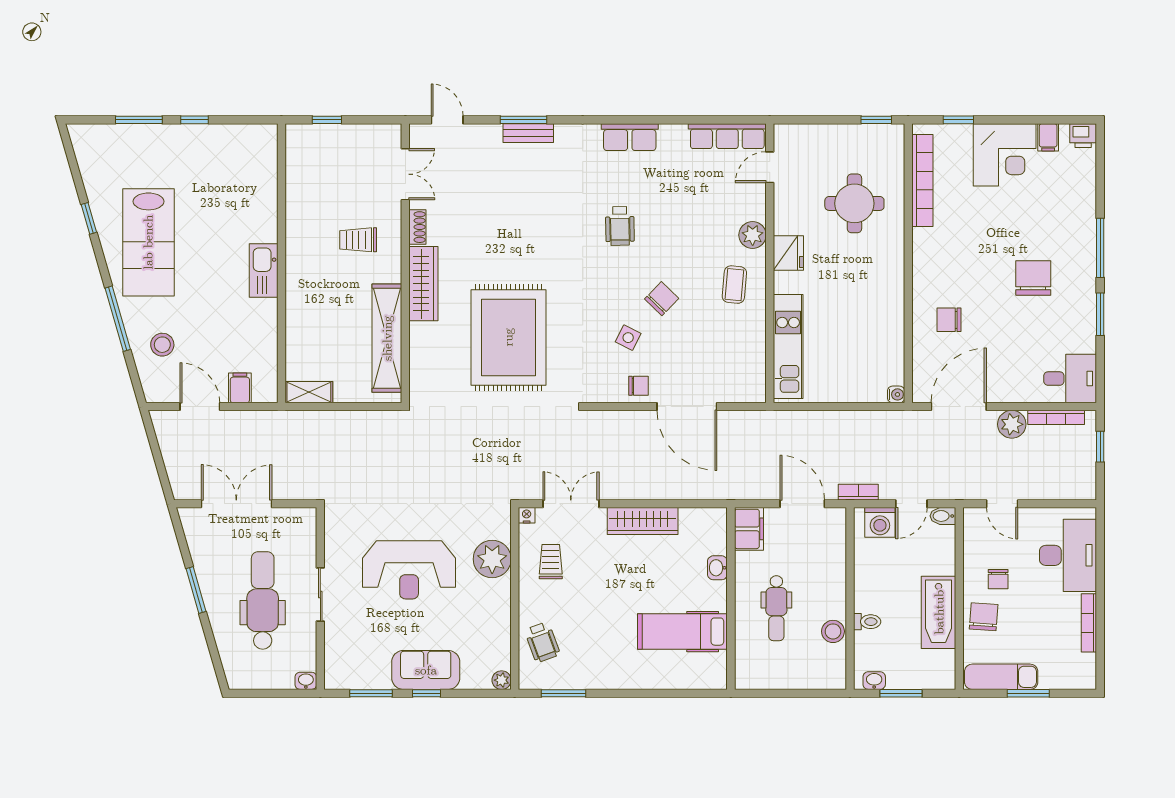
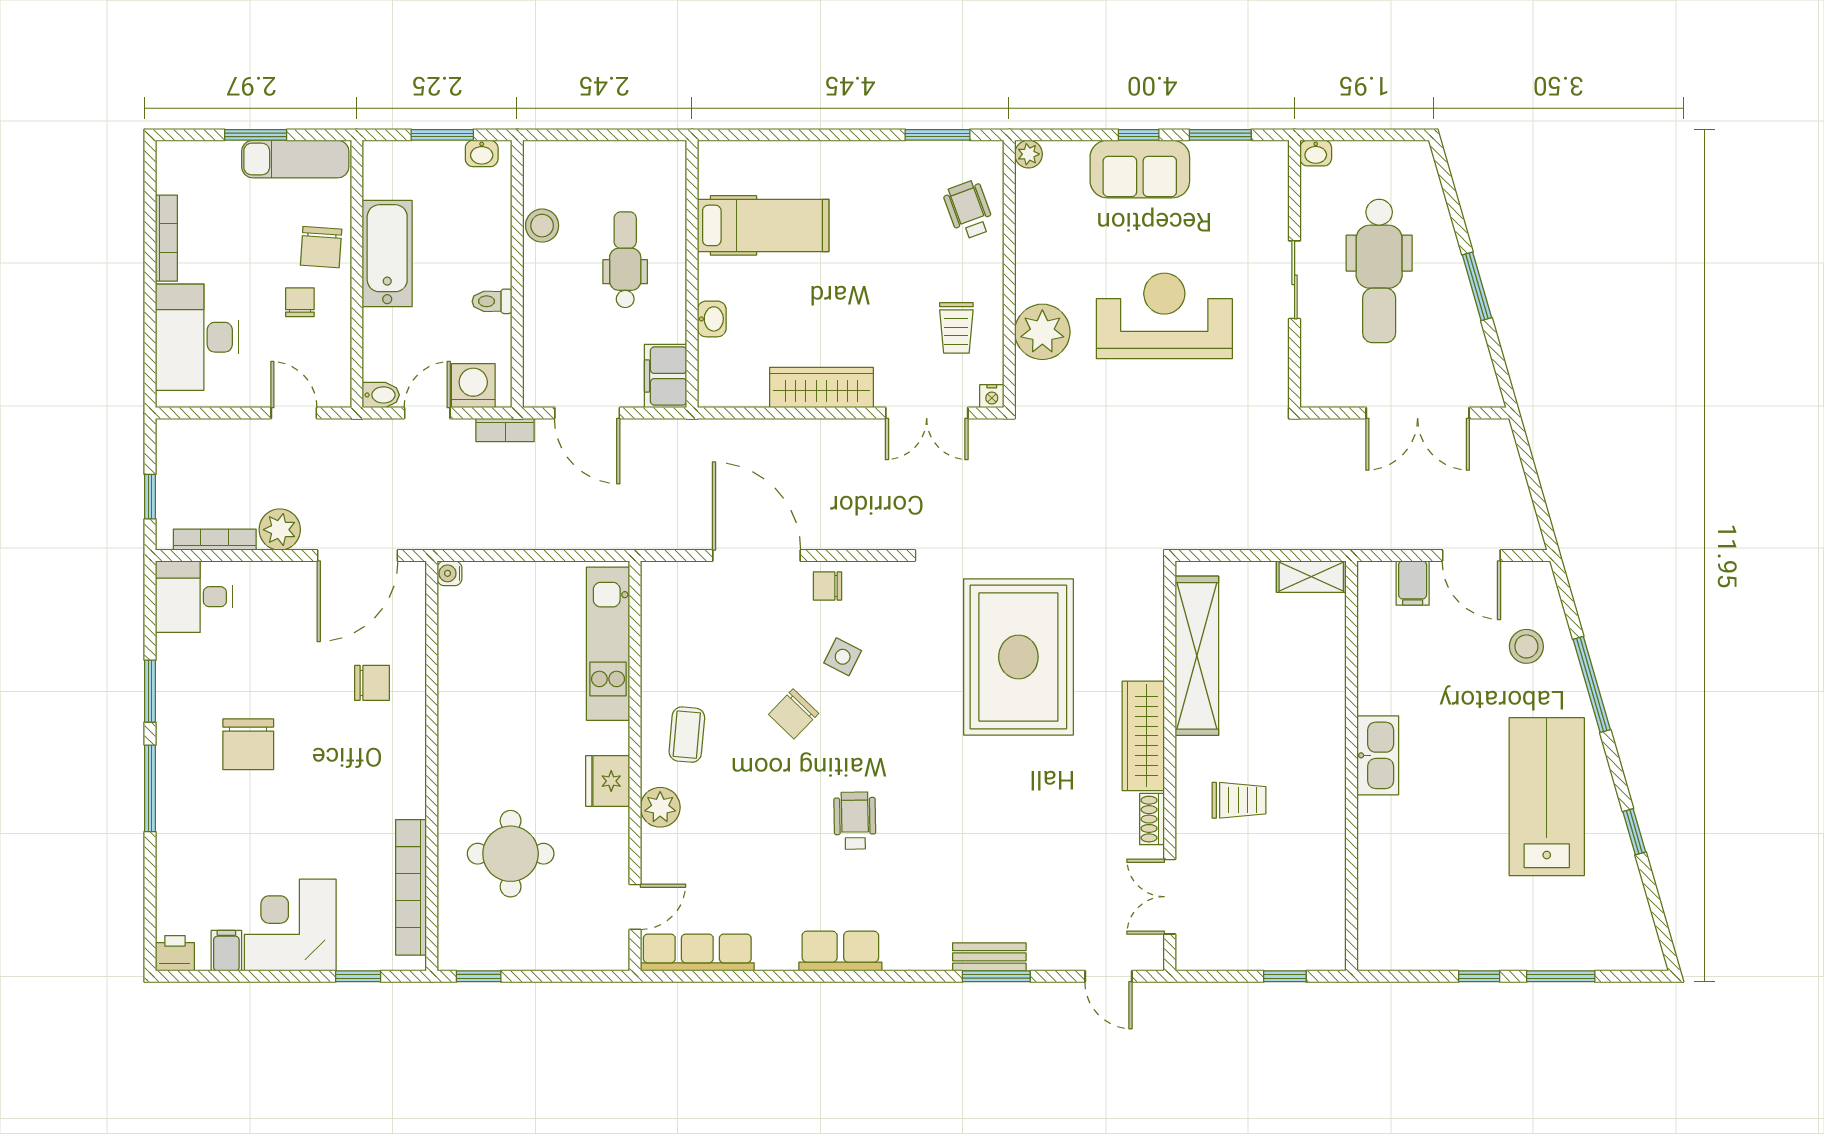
toilet: (867, 622) -> (492, 301), moved

